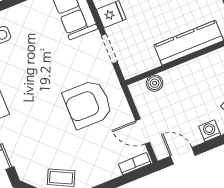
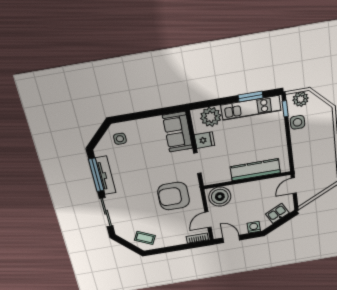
boiler: (155, 83) -> (220, 197), width x1.86, depth x1.86
door: (143, 131) -> (208, 220), hinge flipped

